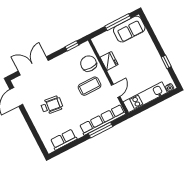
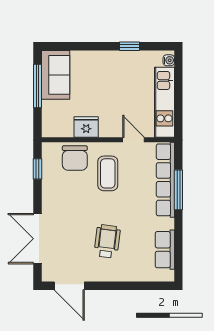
chair: (89, 64) -> (75, 158), turned -90

